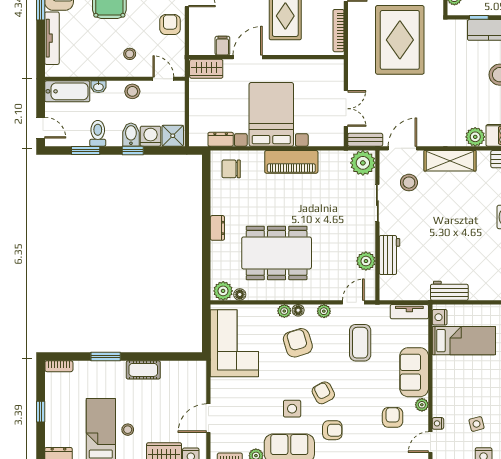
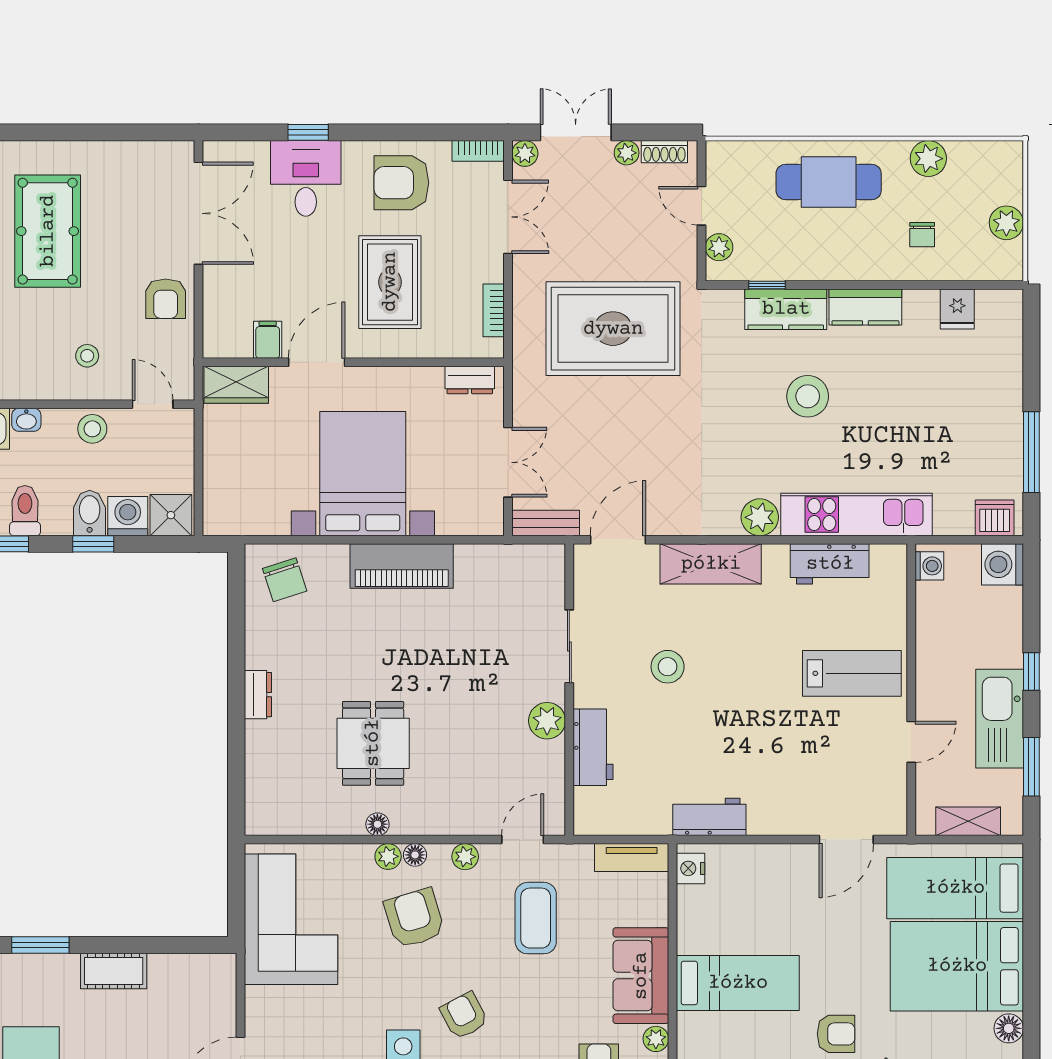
armchair: (170, 25) -> (166, 299), turned 180
bookcase: (338, 31) -> (494, 310), width x0.64
rug: (400, 40) -> (613, 329), turned 90
dresser: (221, 139) -> (470, 380), moved, turned 180
plant: (363, 163) -> (541, 568), removed
chair: (231, 169) -> (285, 580), turned -108
stool: (409, 183) -> (668, 667), moved
dining table: (277, 253) -> (373, 743), width x0.53, depth x0.80
plant: (366, 261) -> (547, 721), moved
plant: (223, 291) -> (269, 817), removed
floor lamp: (240, 294) -> (377, 824), moved
bed: (464, 341) -> (738, 983), moved

